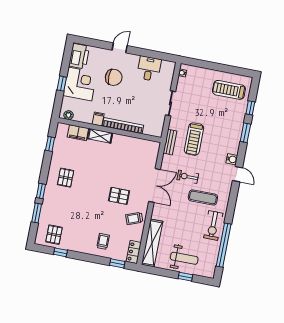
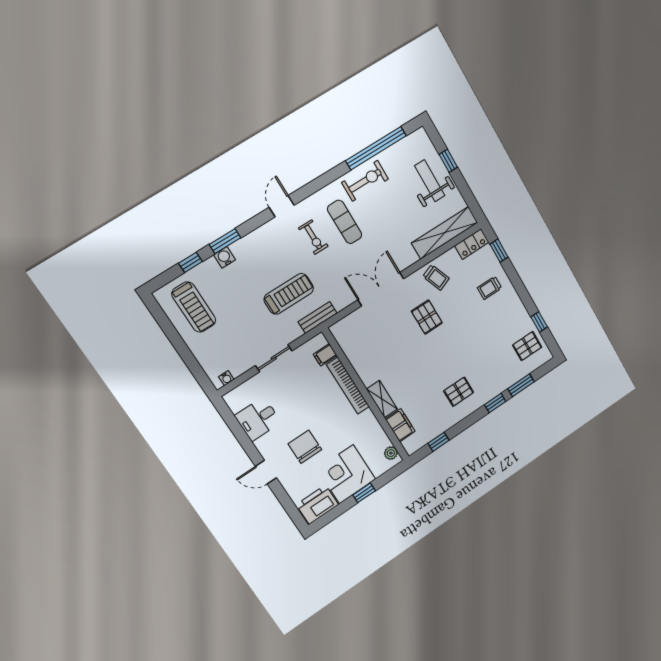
filing cabinet: (98, 119) -> (325, 355), moved
water cooler: (232, 159) -> (225, 257), moved
exercise bike: (188, 177) -> (313, 237), moved

